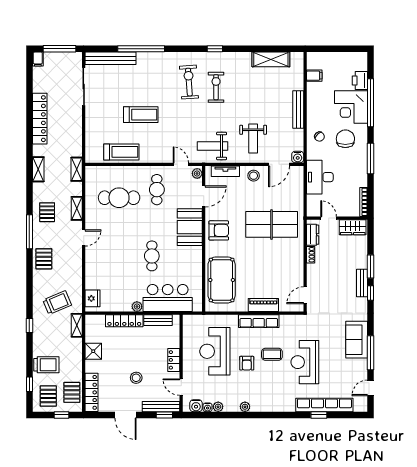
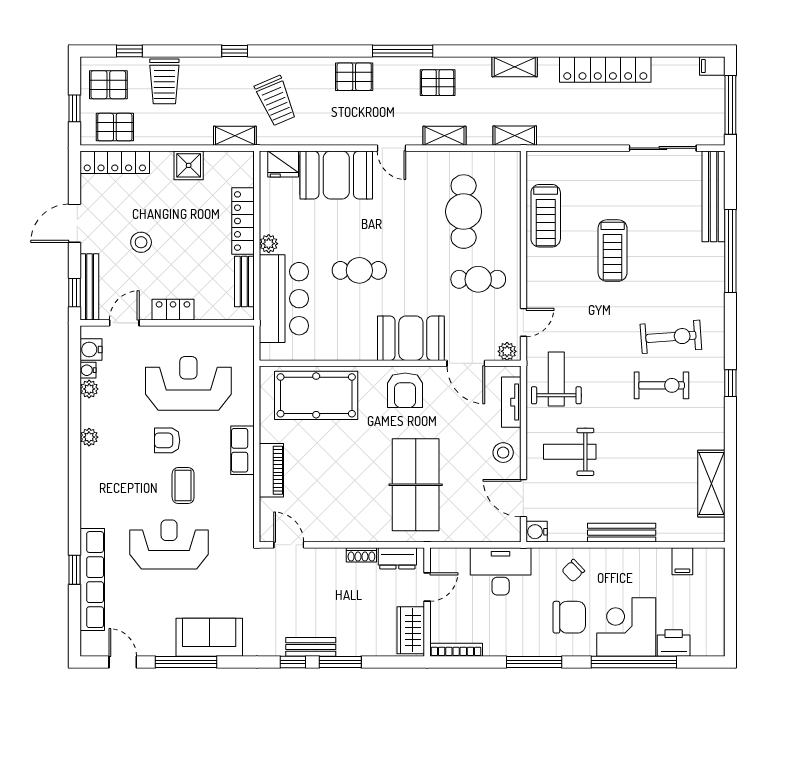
booth: (99, 269) -> (336, 175), added
row of seats: (259, 321) -> (242, 450), width x0.68

